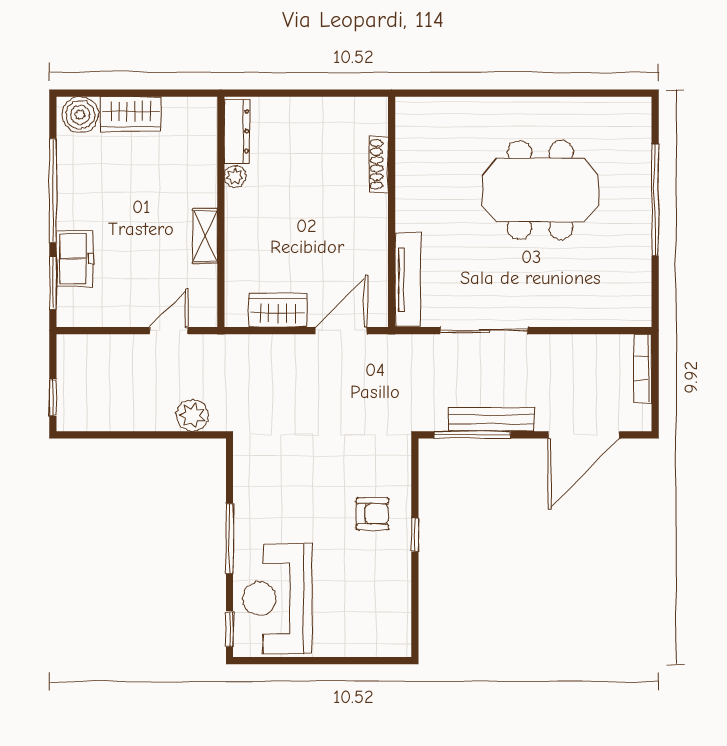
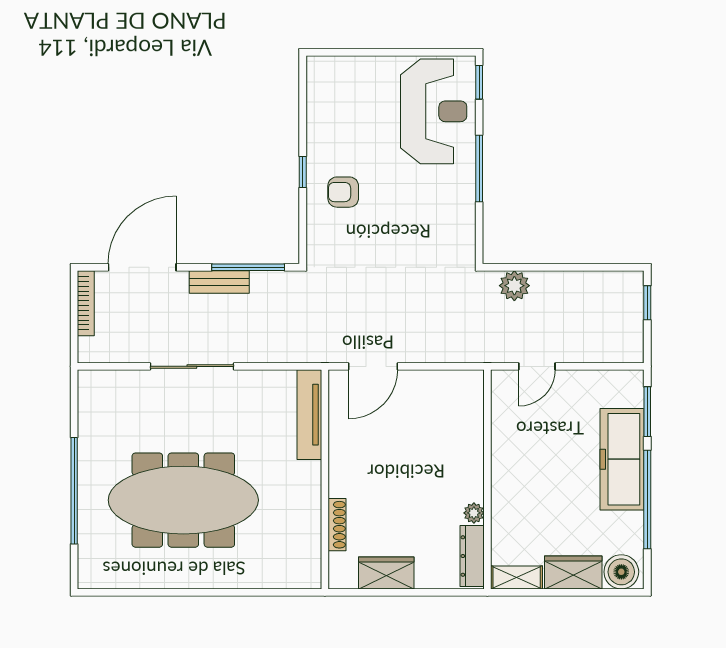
meeting table: (540, 190) -> (183, 500), width x1.36
shelving: (205, 236) -> (517, 577), moved, turned 90
freezer: (75, 259) -> (622, 459), width x1.91, depth x1.26
wardrobe: (278, 310) -> (386, 573), moved, turned 180
sliding door: (484, 331) -> (192, 366), moved
bookcase: (643, 368) -> (86, 303), moved
bench: (491, 419) -> (219, 282), width x0.73

